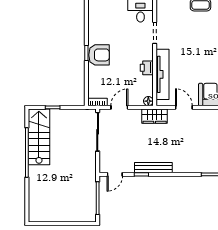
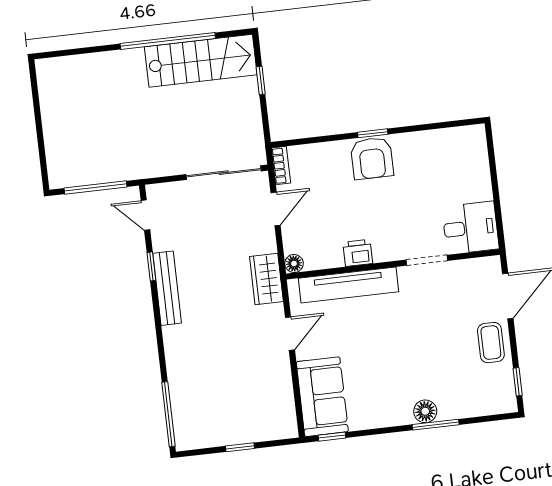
door: (119, 107) -> (276, 209), hinge flipped

